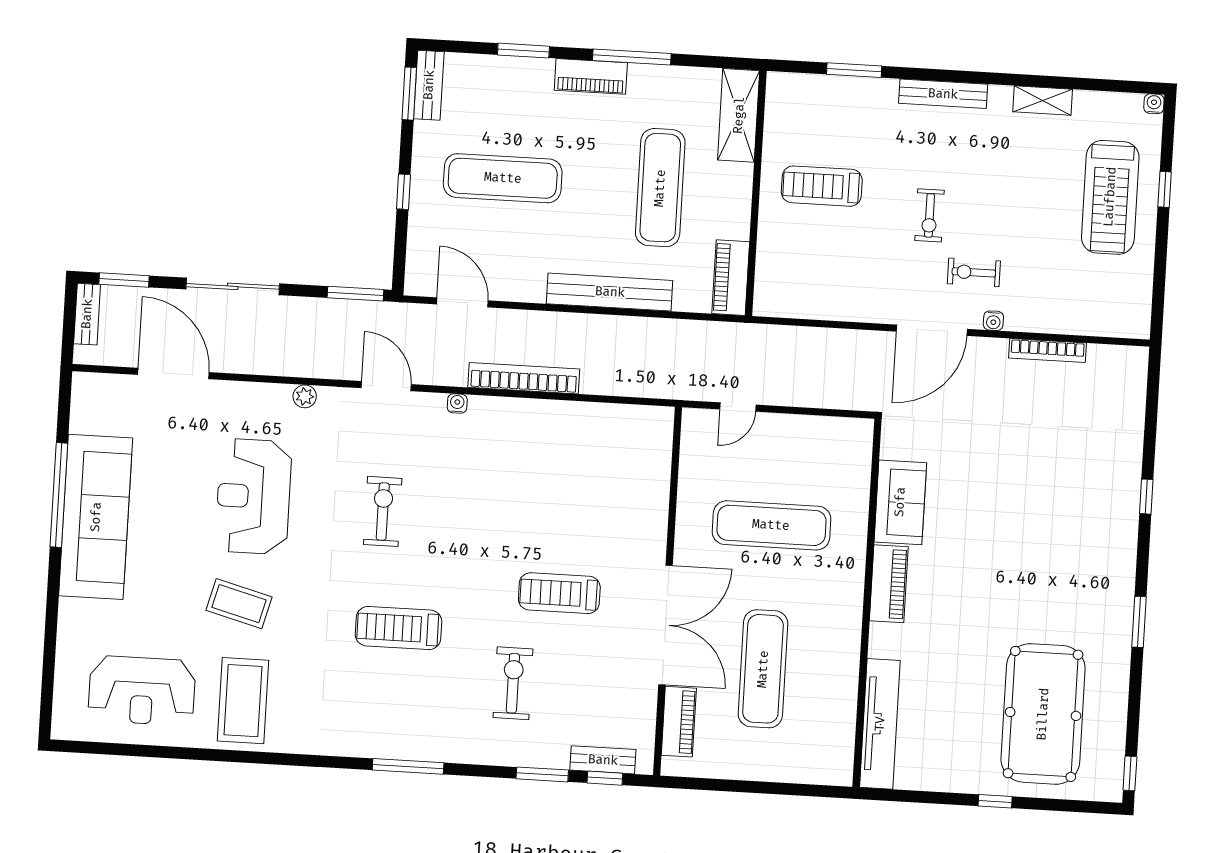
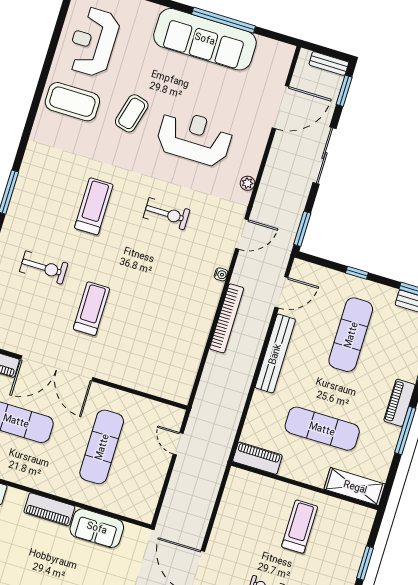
bench: (610, 292) -> (275, 354), moved

